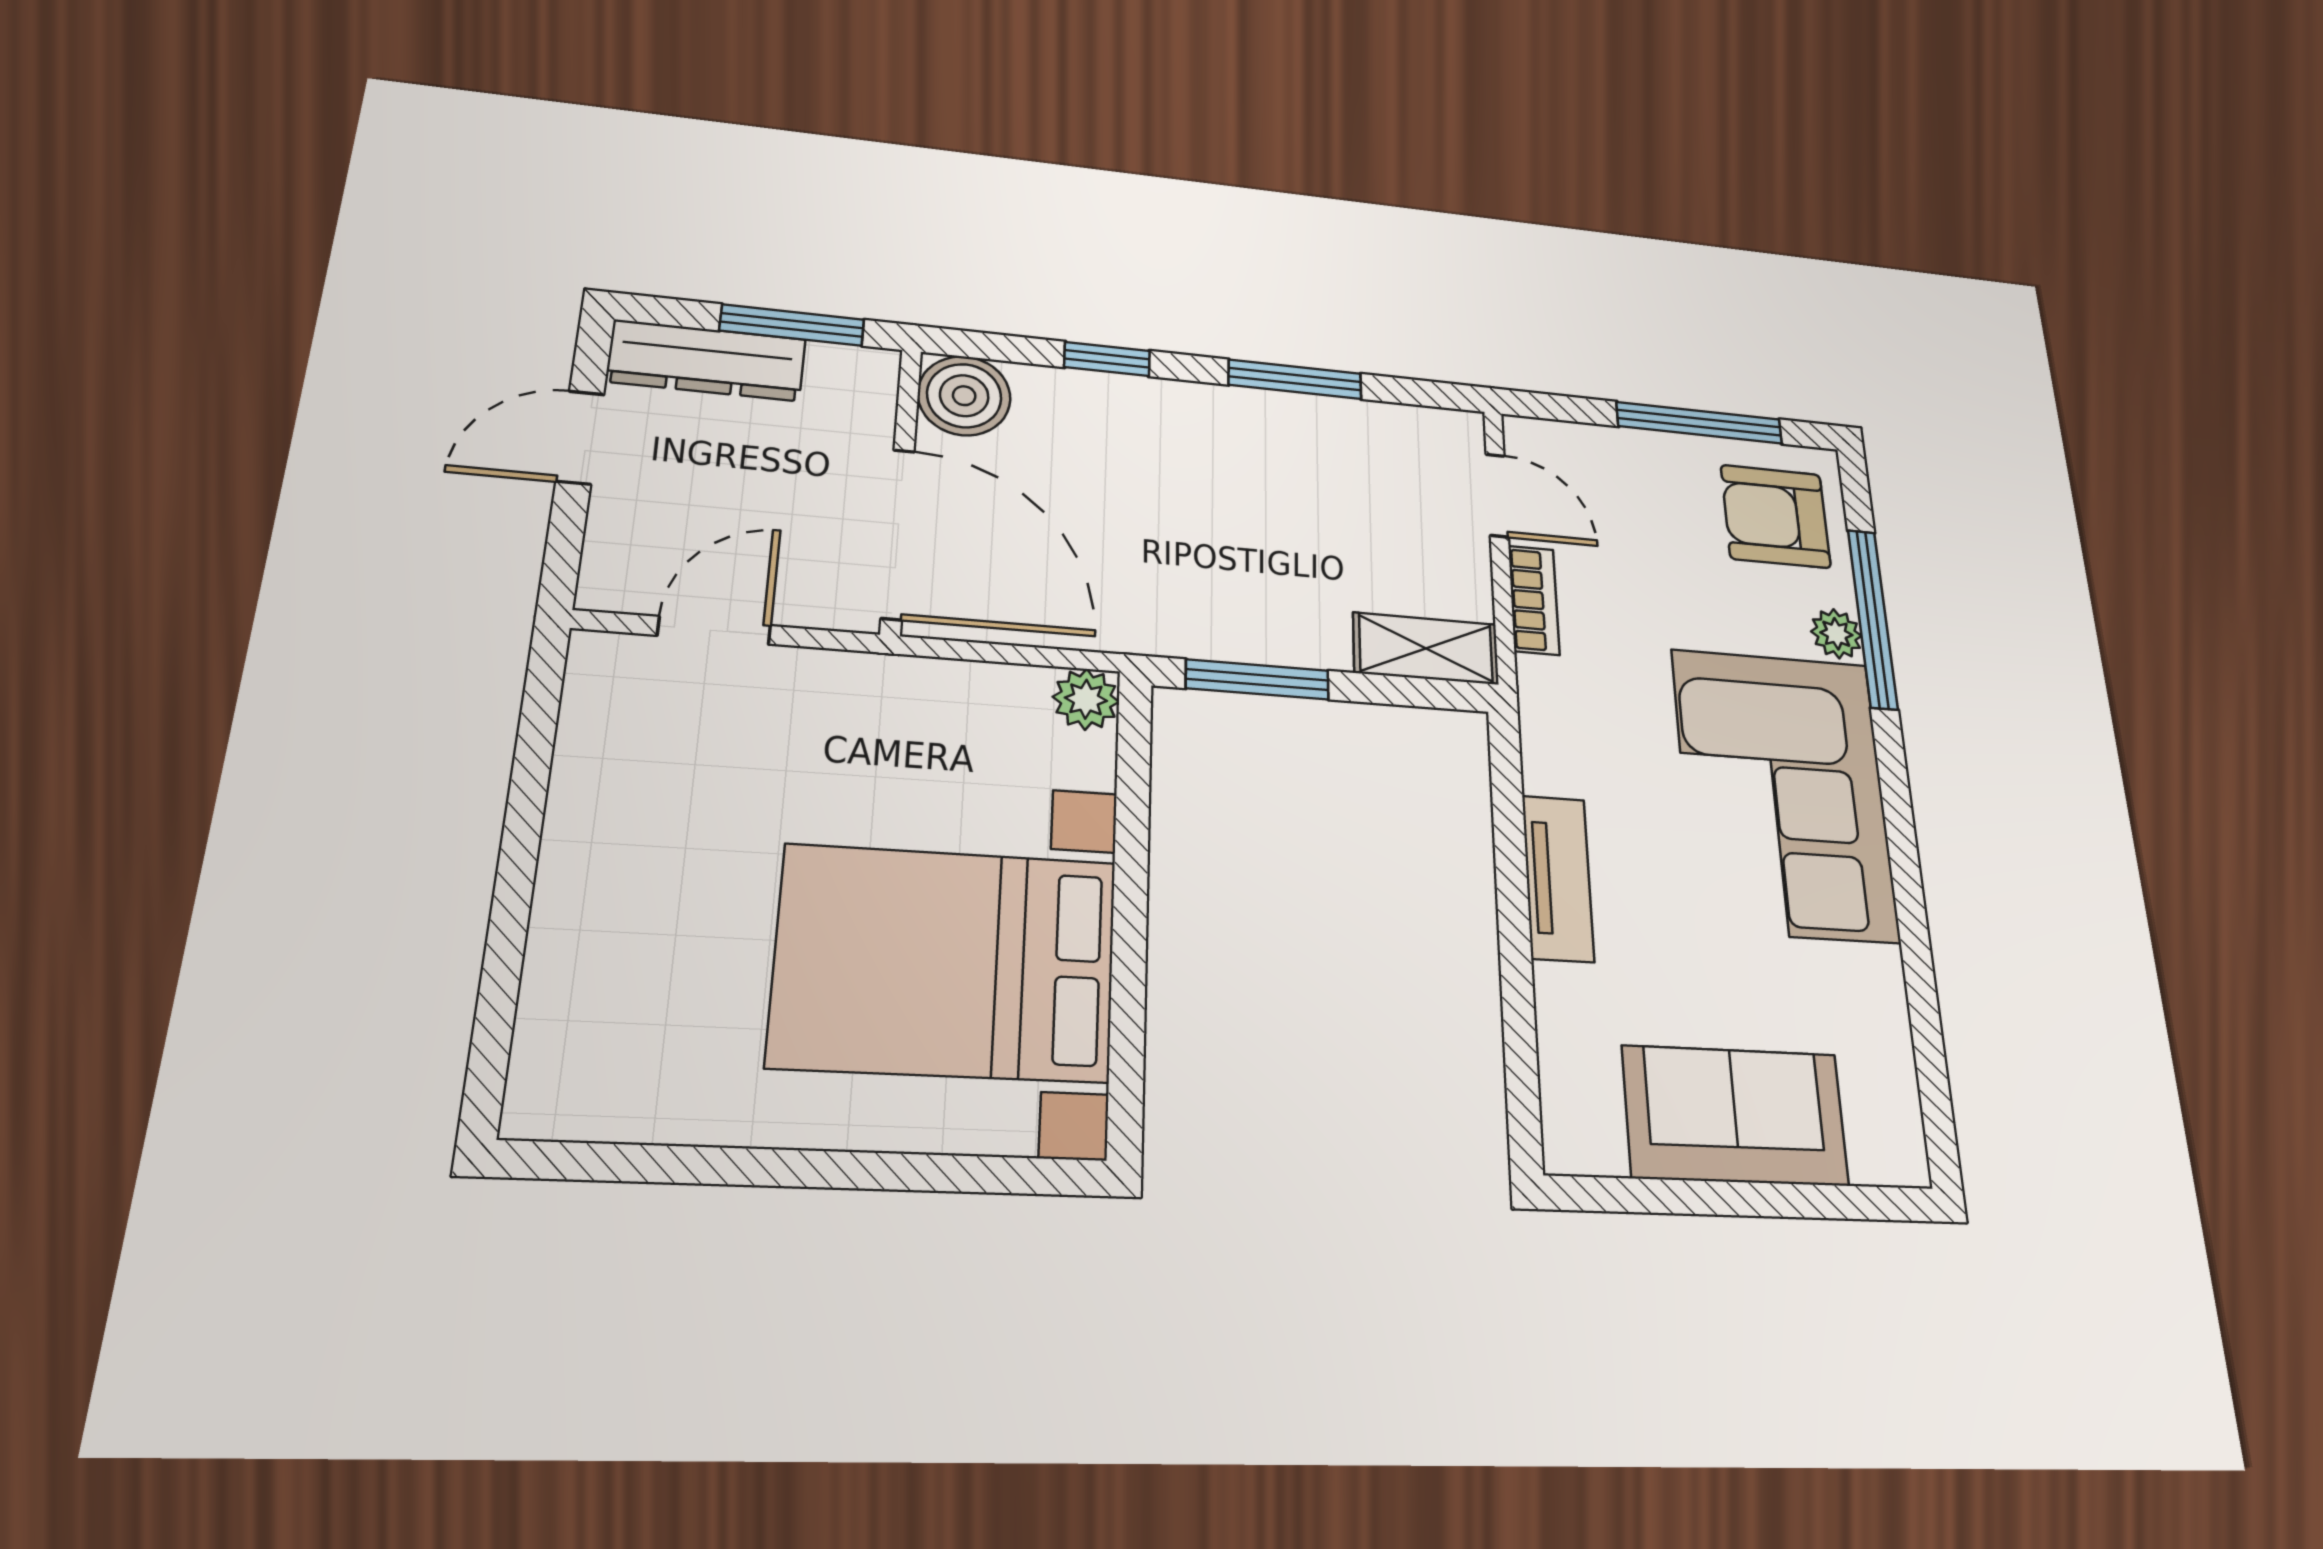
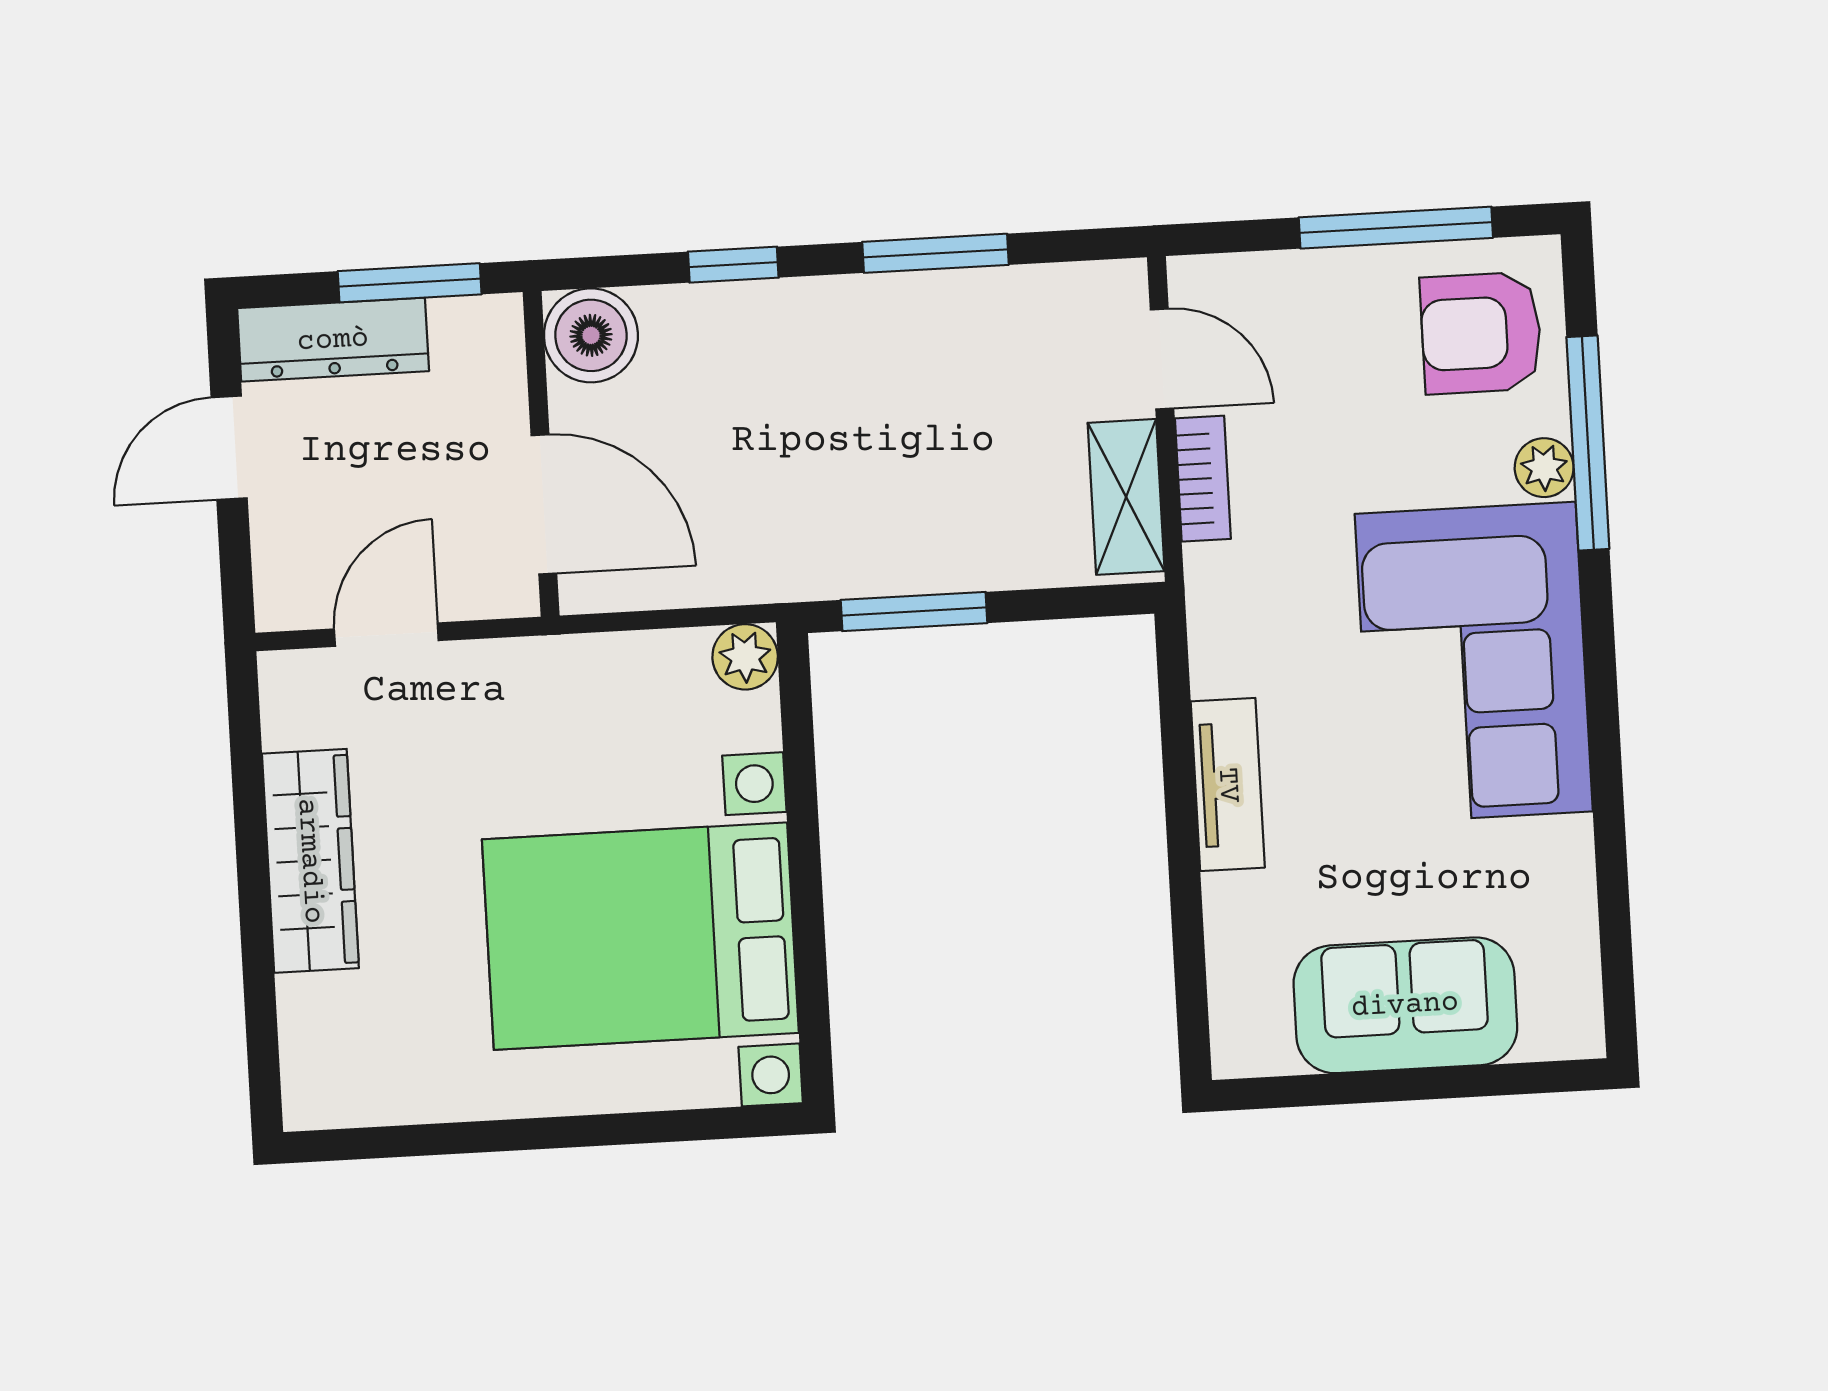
door: (898, 534) -> (544, 504), width x0.73
shelving: (1426, 648) -> (1126, 497), moved, turned 90
wardrobe: (588, 844) -> (310, 861), added

